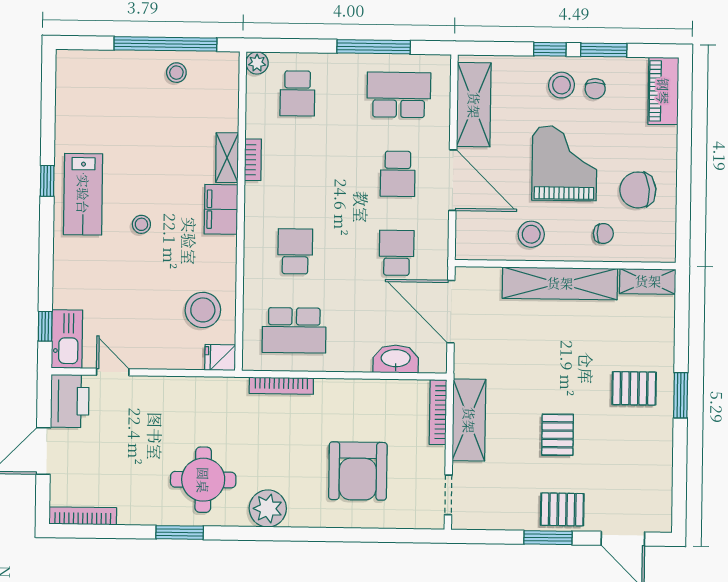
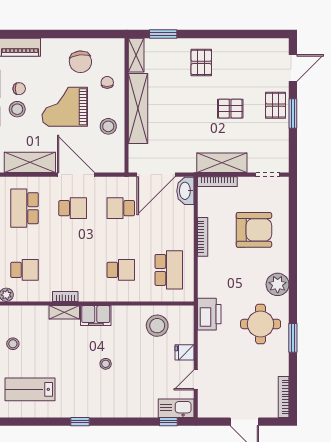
door: (453, 180) -> (76, 175), hinge flipped
lab bench: (83, 194) -> (30, 389), moved, turned 180
school desk: (295, 251) -> (121, 270), turned 180
fridge: (220, 358) -> (184, 352), moved, turned 90
washbasin: (396, 359) -> (185, 191), moved
bookcase: (281, 386) -> (203, 237), moved
window: (681, 395) -> (163, 34), moved
printer: (70, 401) -> (209, 314), moved, turned 90

